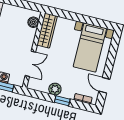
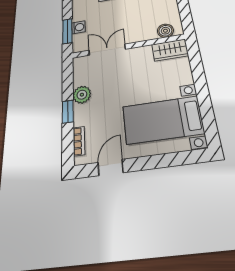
wardrobe: (47, 31) -> (170, 50), width x0.67
double door: (30, 64) -> (107, 50), swing flipped

